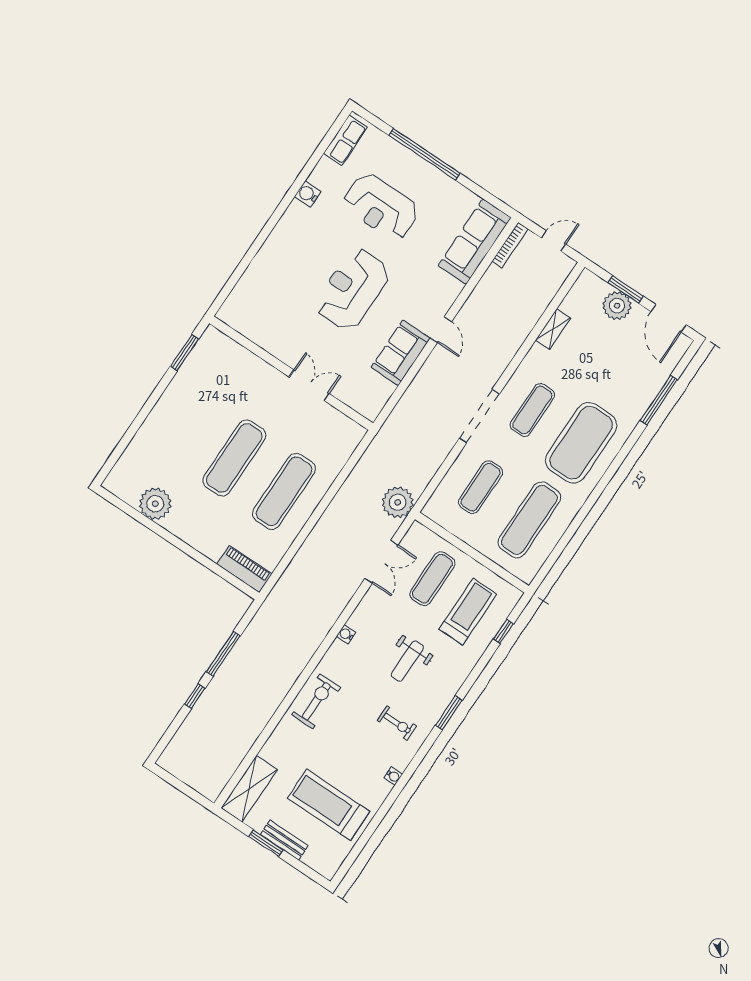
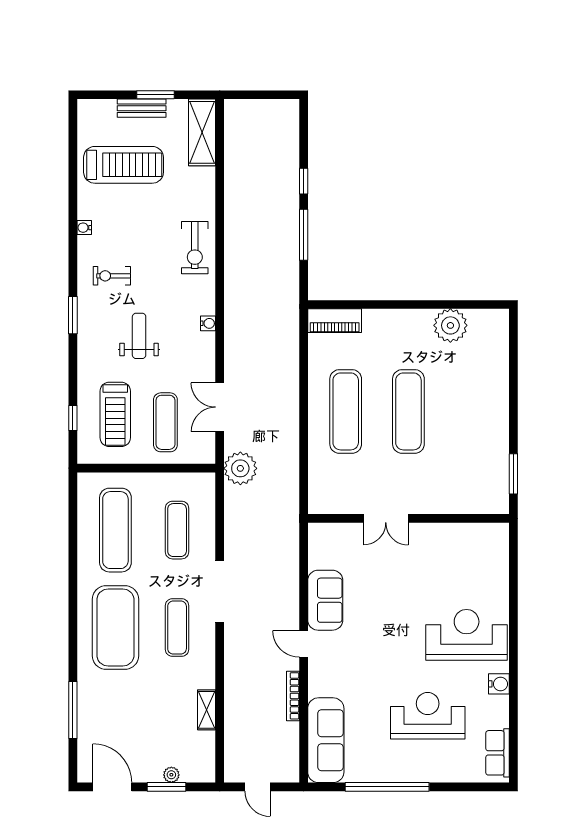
window: (424, 154) -> (387, 787), moved
door: (553, 241) -> (258, 787), hinge flipped
bookcase: (510, 245) -> (293, 696), moved
reception desk: (353, 289) -> (467, 635), moved, turned -90
plant: (617, 306) -> (171, 775), width x0.53, depth x0.53

